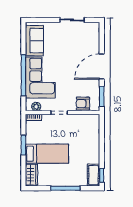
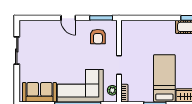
door: (102, 67) -> (68, 18), width x0.53
armchair: (83, 104) -> (98, 37), moved

